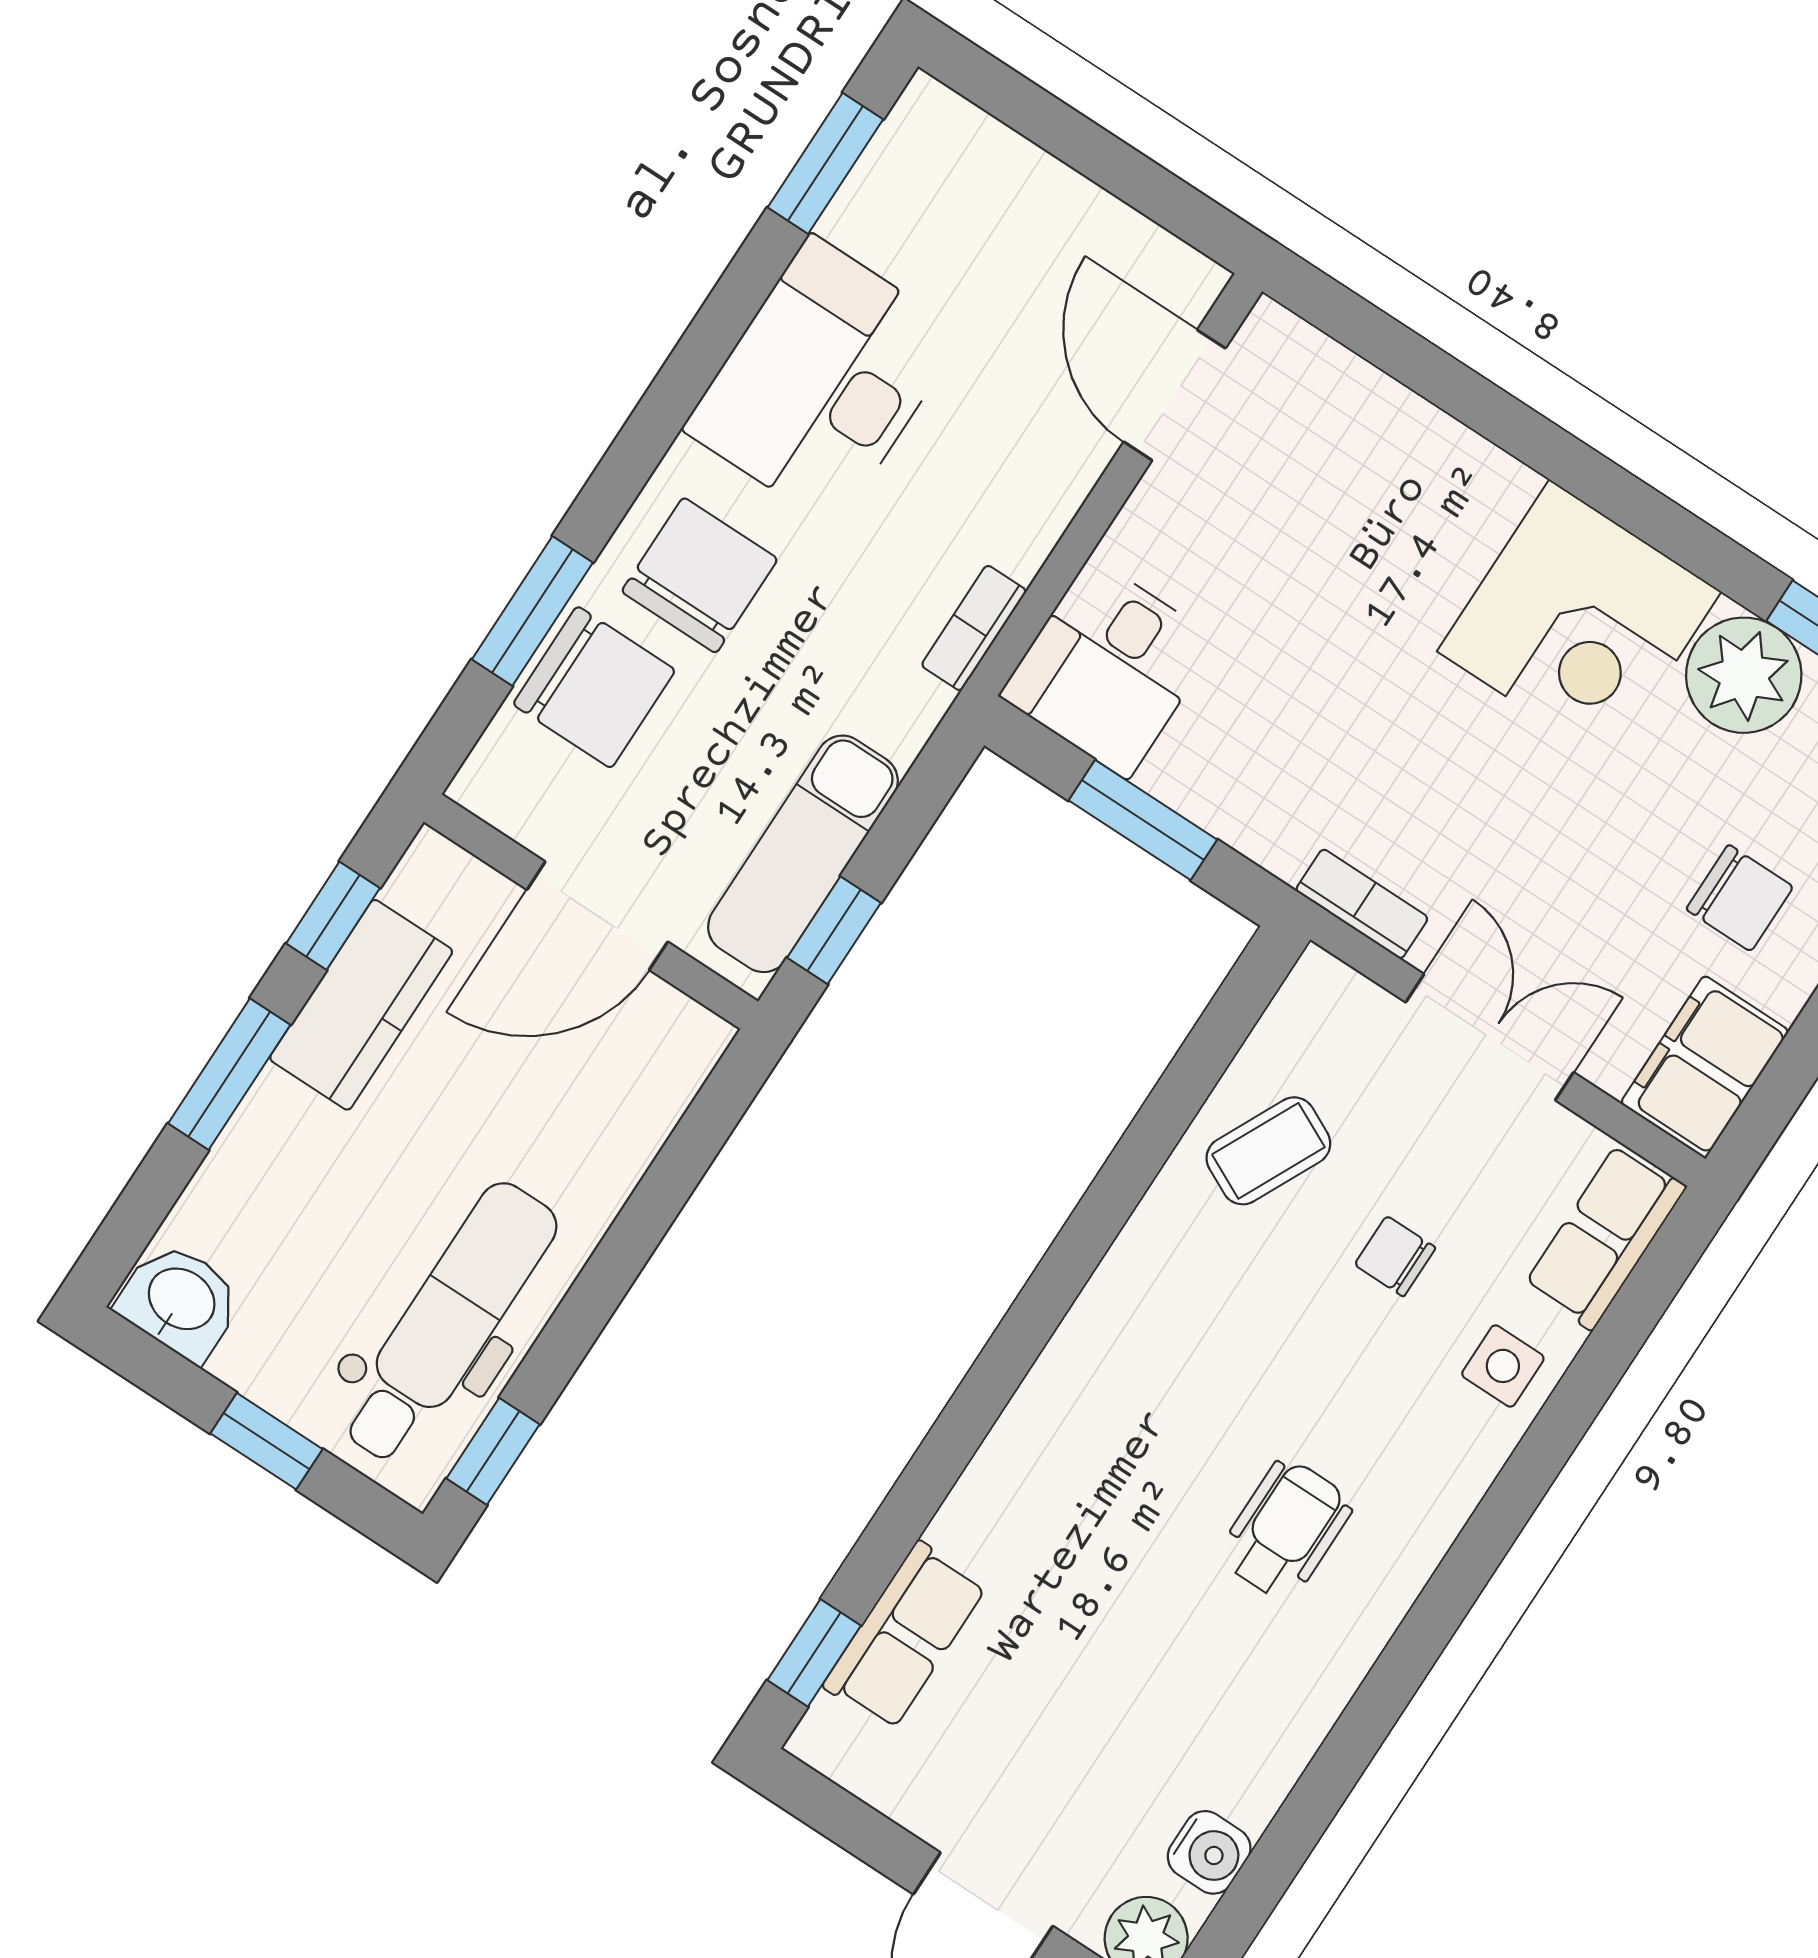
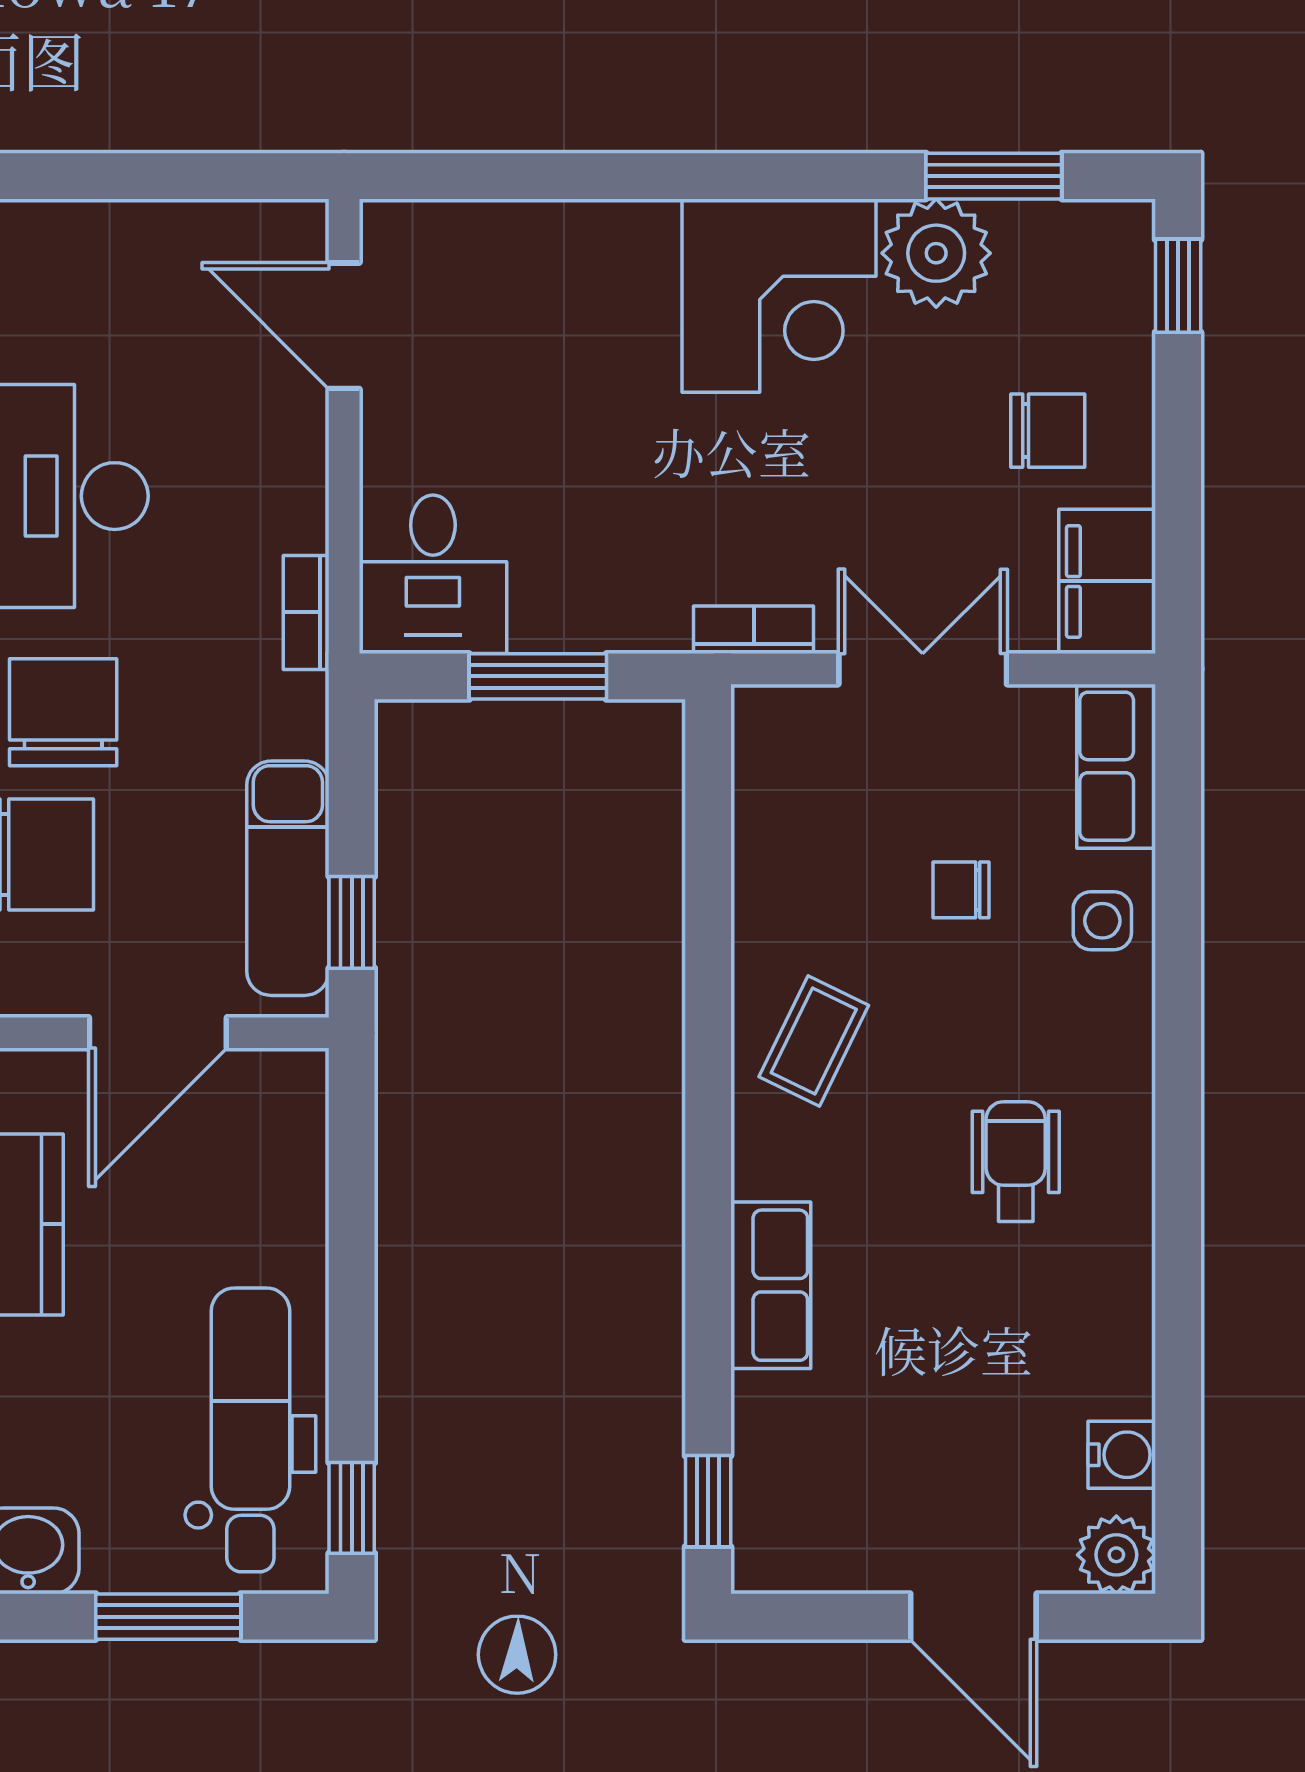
coffee table: (1268, 1151) -> (814, 1041), moved
window: (267, 1441) -> (168, 1617), width x1.50
row of seats: (905, 1636) -> (771, 1285), moved

